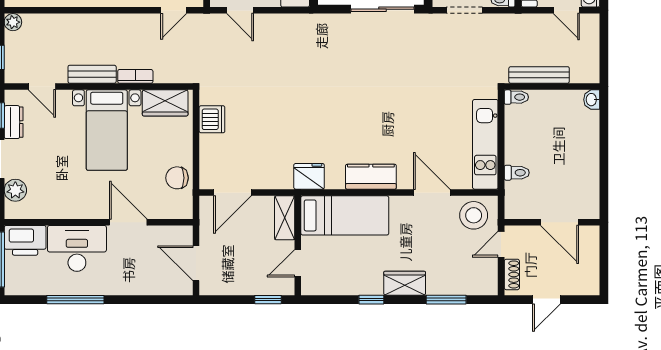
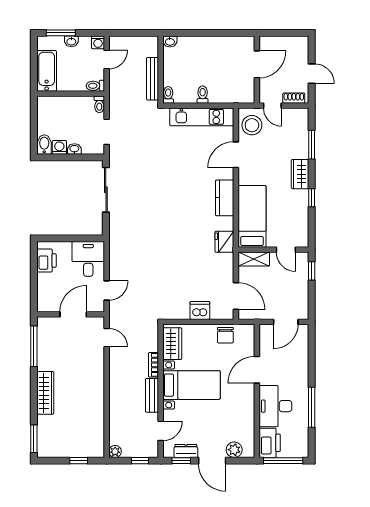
dishwasher: (212, 119) -> (200, 310), moved
toilet: (517, 173) -> (203, 95), moved

